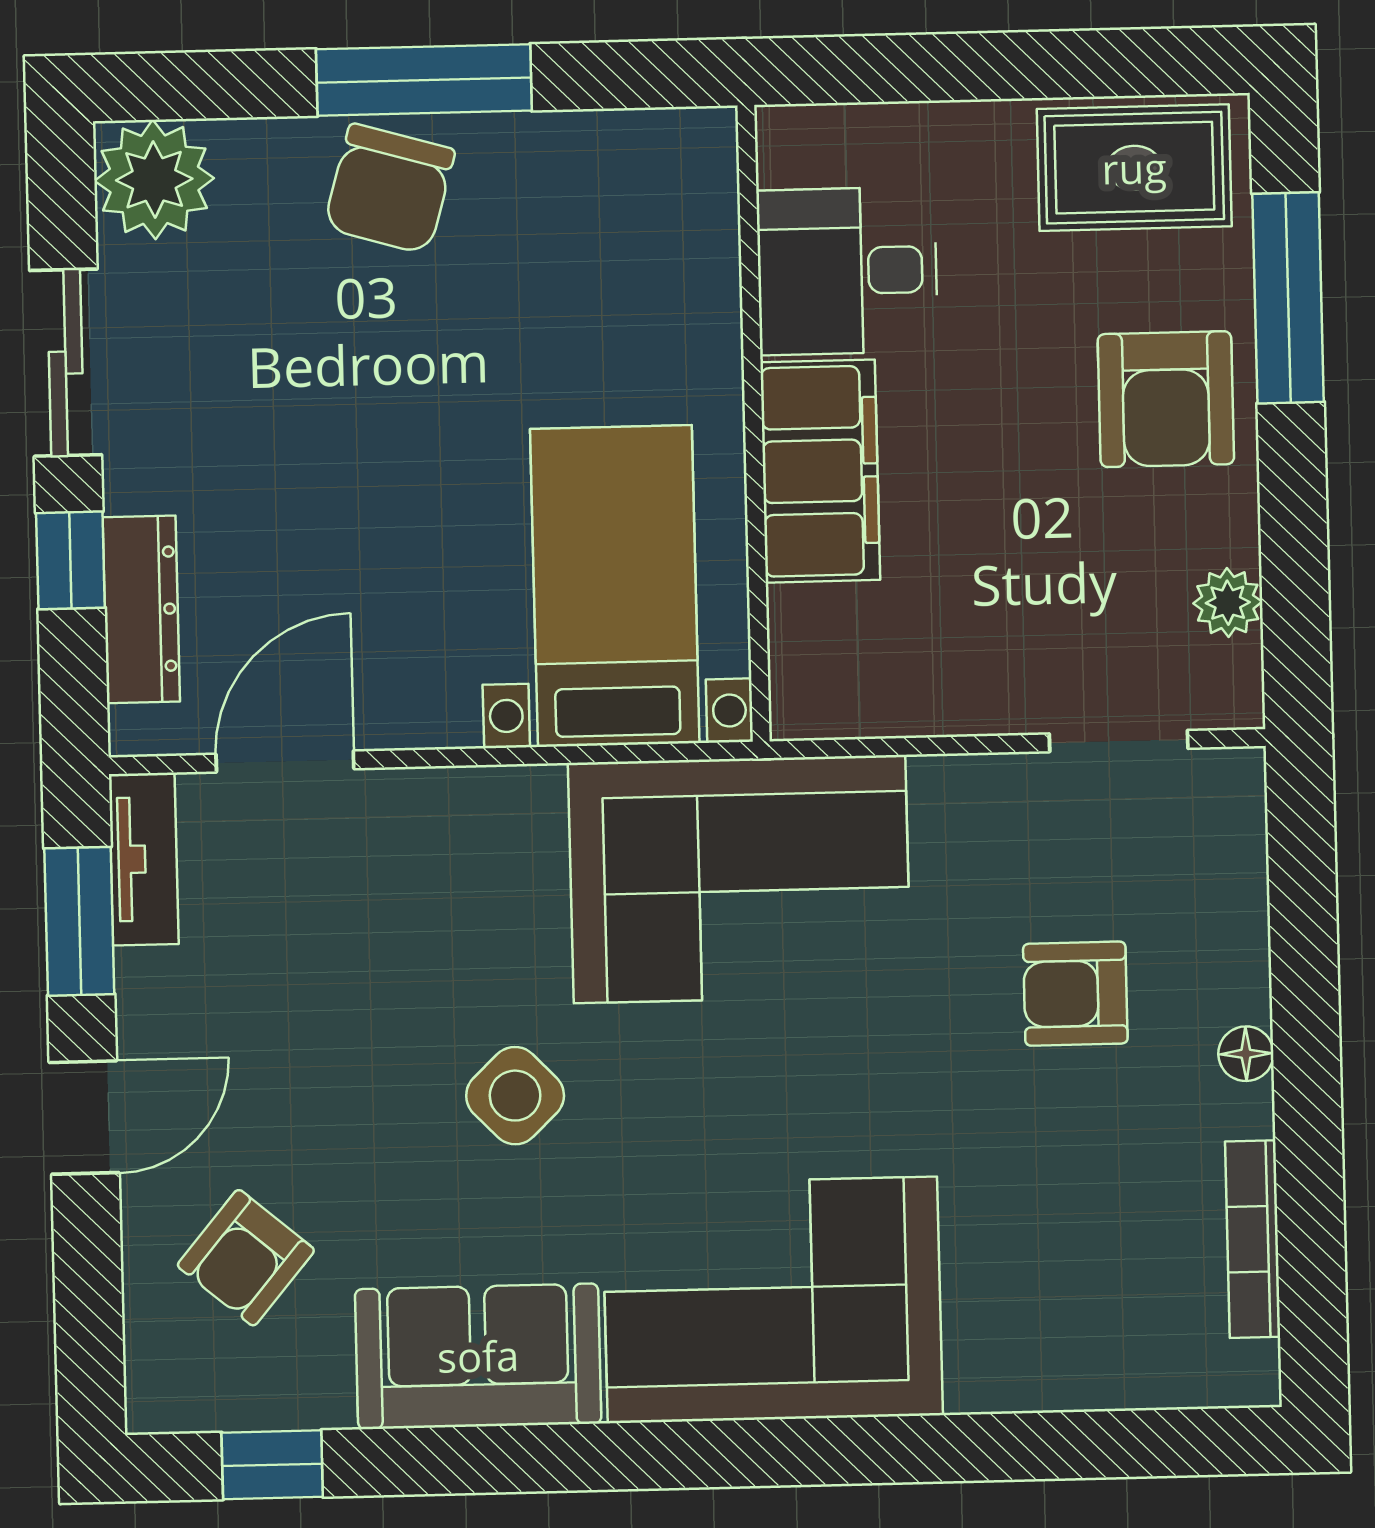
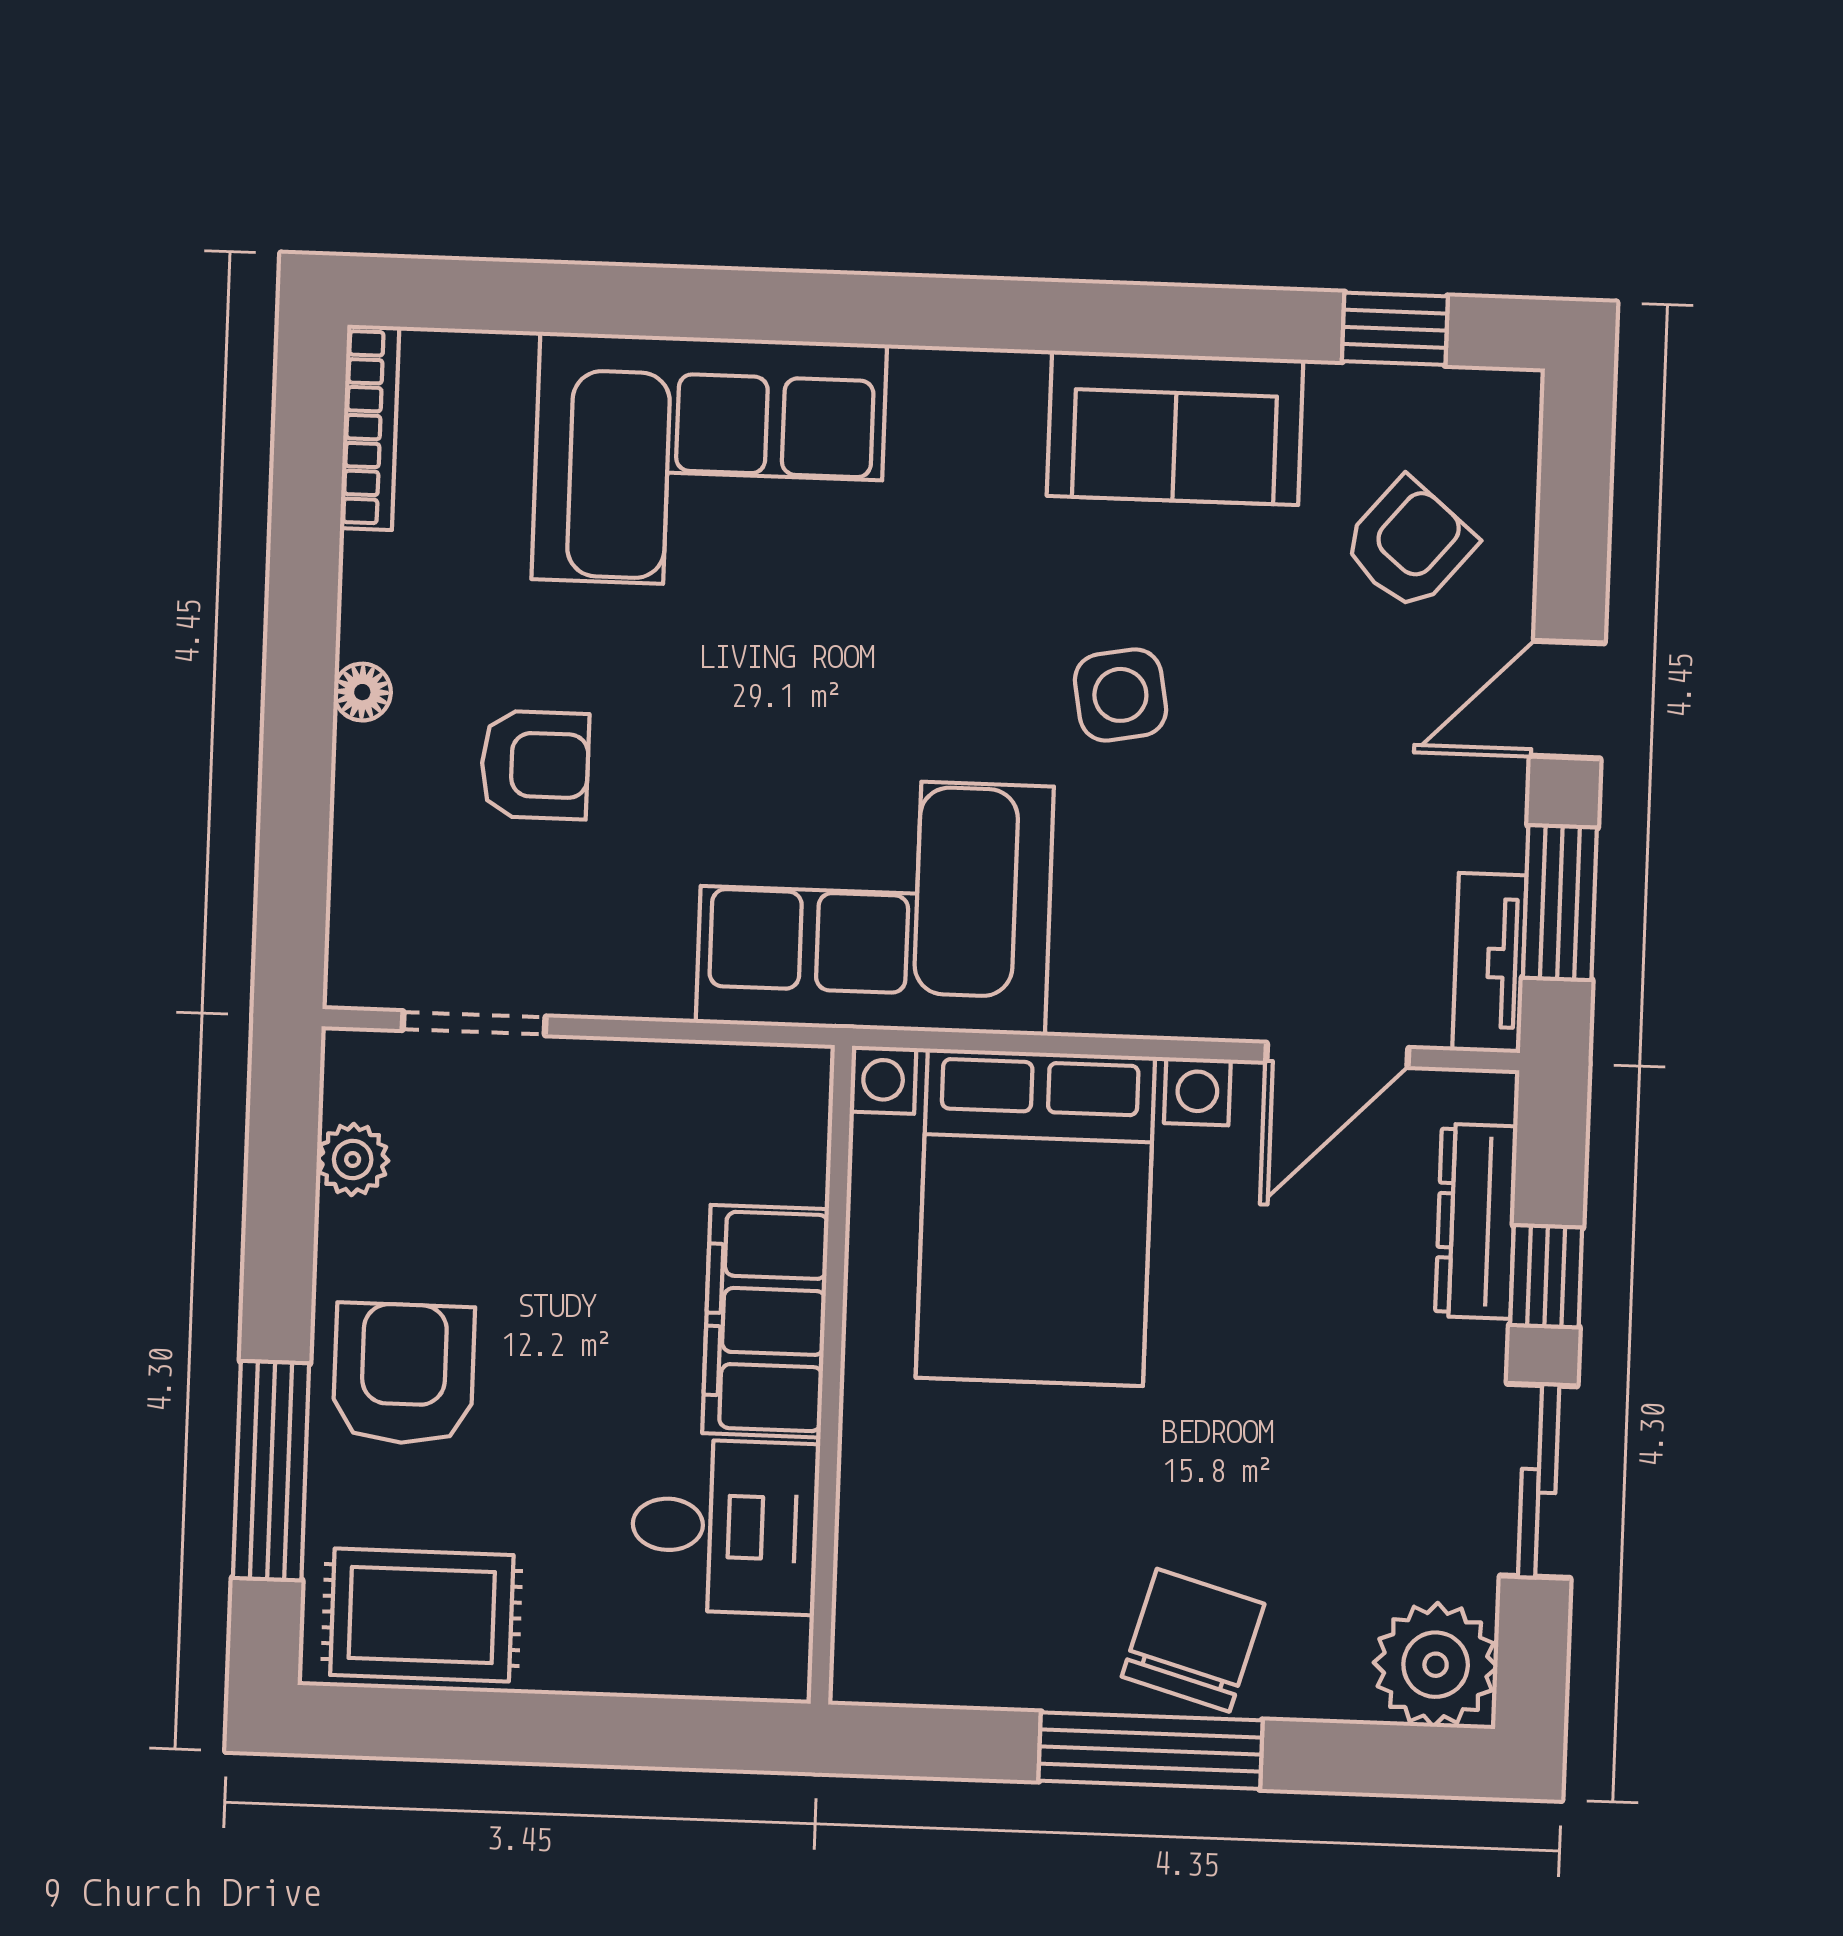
bed with nightstands: (615, 586) -> (1035, 1217), width x1.36
side table: (515, 1096) -> (1120, 695), turned 34
bookcase: (1253, 1239) -> (370, 427), moved
corner sofa: (772, 1300) -> (709, 462), moved

